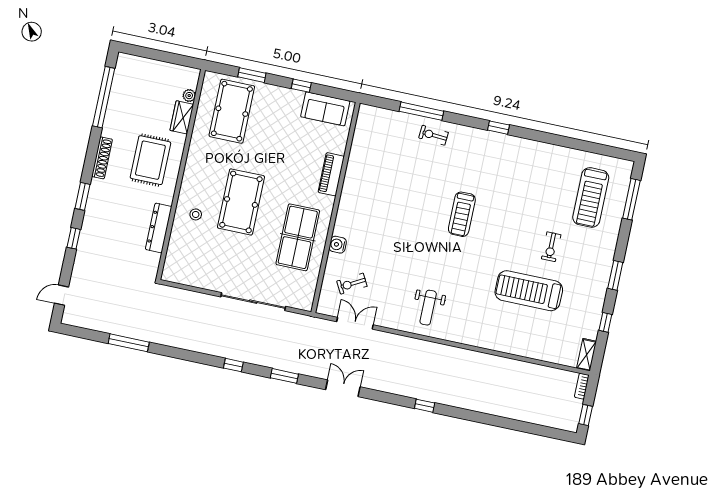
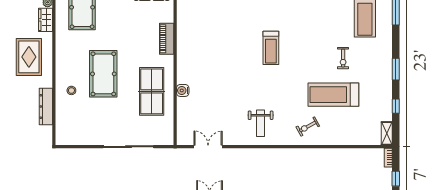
exercise bike: (352, 284) -> (308, 127), moved

